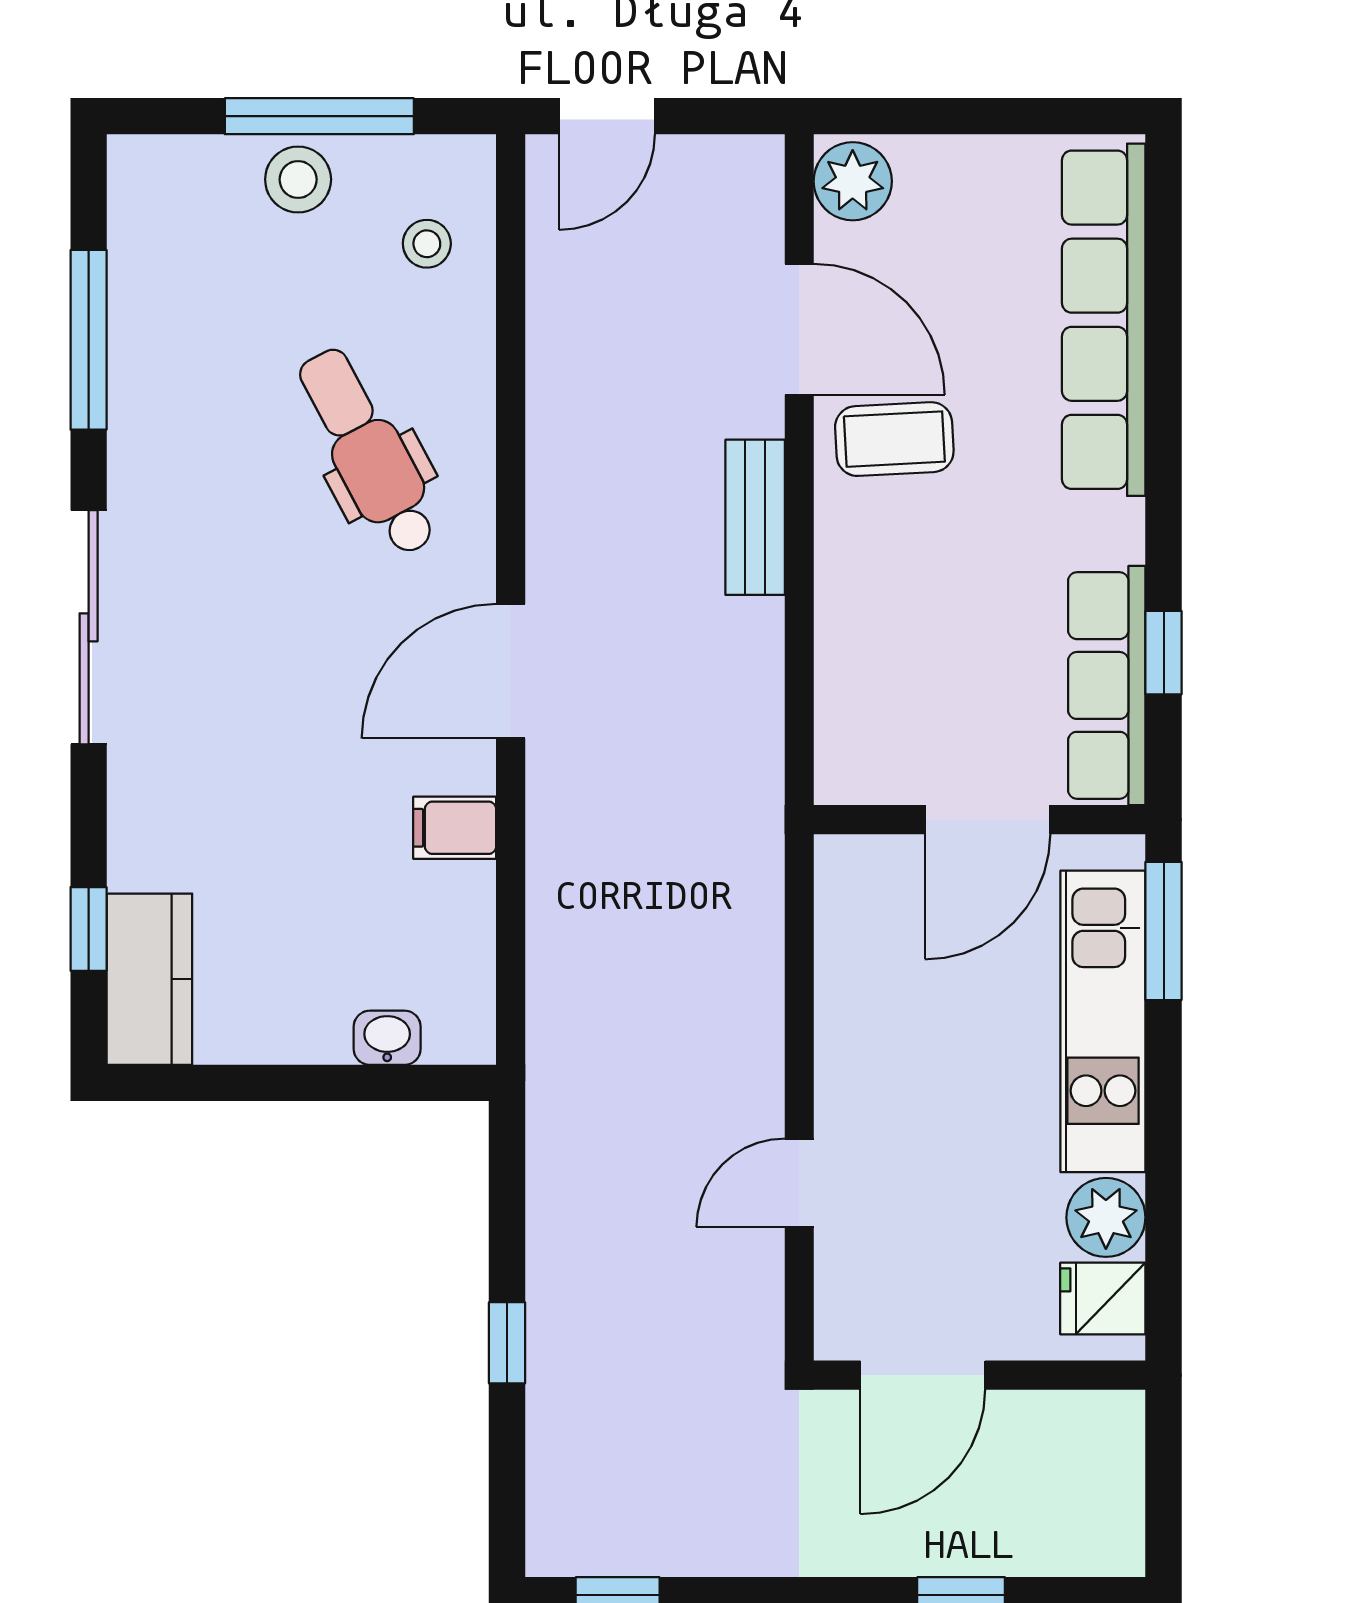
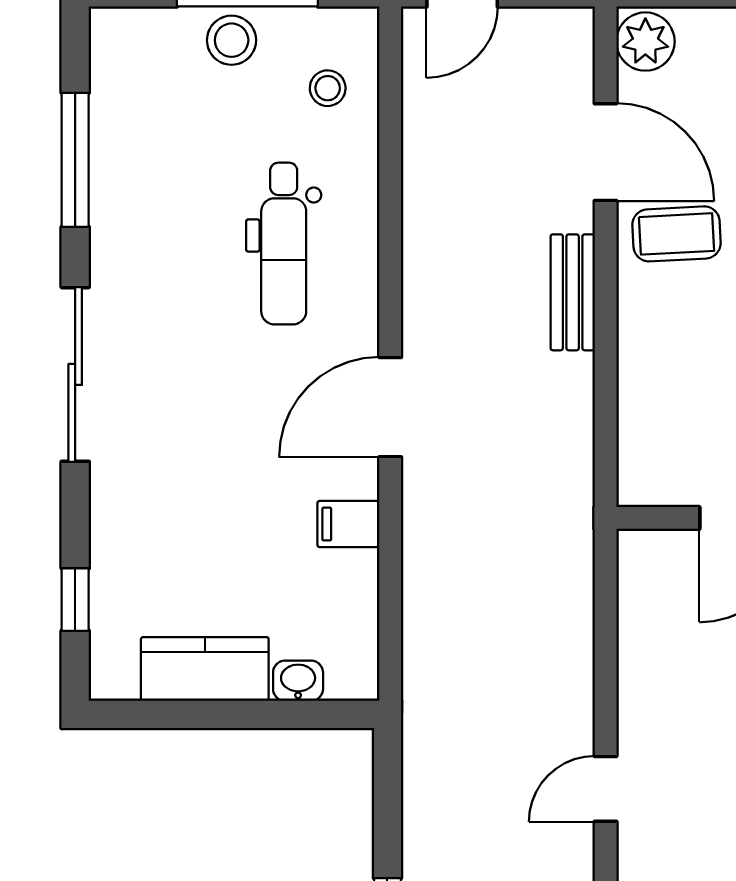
dental chair: (368, 452) -> (284, 244), turned -152
kitchen counter: (149, 979) -> (205, 669), moved, turned -90

